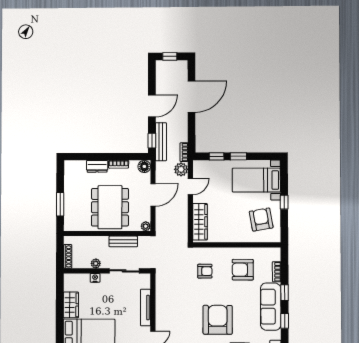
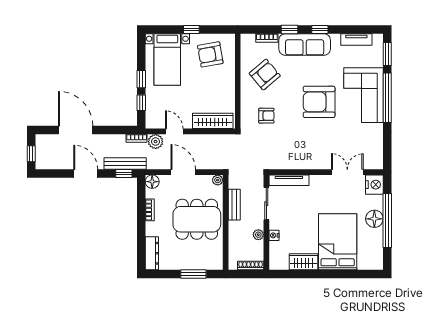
dresser: (97, 166) -> (152, 253), moved, width x1.44
armchair: (243, 270) -> (265, 75), turned -130
armchair: (205, 271) -> (266, 116), turned 90
tv unit: (145, 307) -> (289, 180), moved

